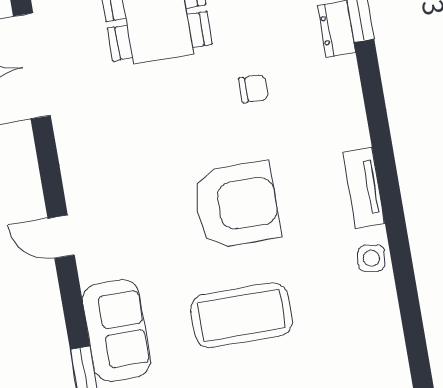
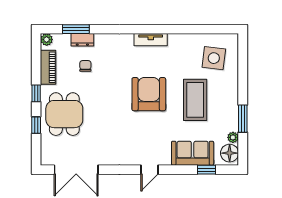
chair: (253, 89) -> (85, 66), moved
side table: (371, 258) -> (214, 58), moved, width x1.87, depth x1.87

